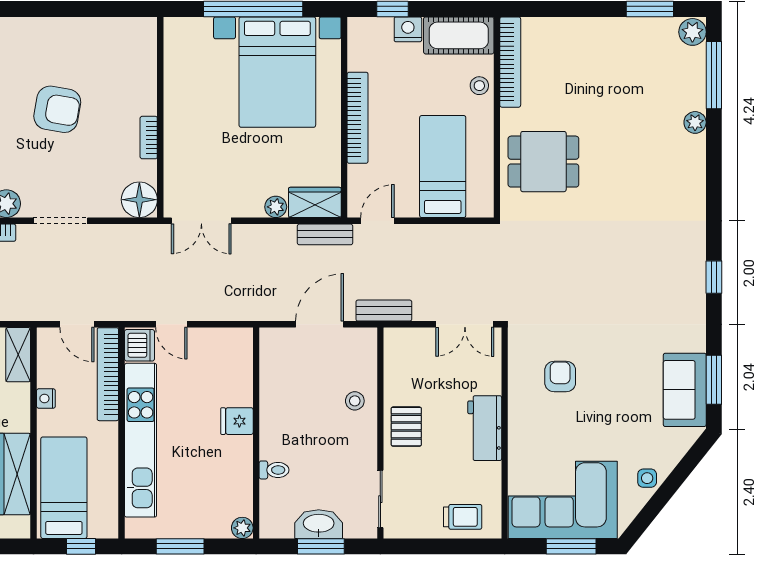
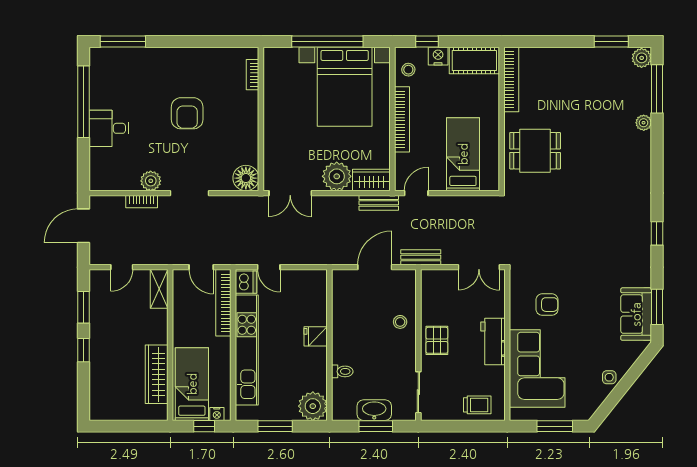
stool: (479, 86) -> (408, 70), moved
armchair: (57, 109) -> (187, 113), turned 80
bookcase: (149, 138) -> (253, 75), moved
plant: (276, 207) -> (337, 176), width x1.88, depth x1.88
armchair: (560, 377) -> (547, 305), turned 90
nightstand: (46, 398) -> (217, 414), moved, turned -90
corner sofa: (563, 500) -> (537, 368), moved, turned 90
plant: (242, 528) -> (313, 406), width x1.88, depth x1.88

